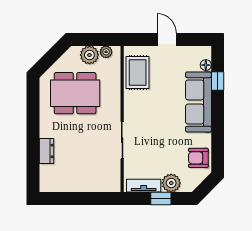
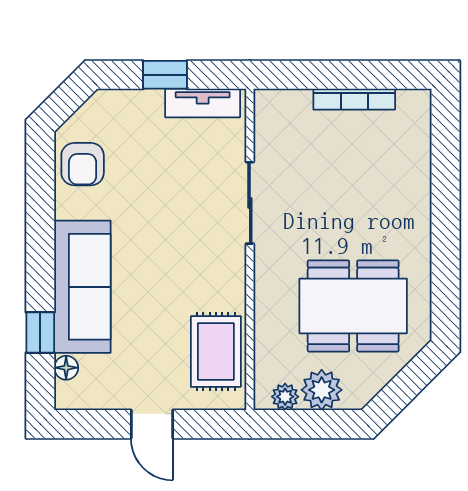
dresser: (46, 151) -> (416, 179), removed
armchair: (198, 158) -> (83, 164), turned 90
plant: (171, 183) -> (142, 109), removed
bookcase: (75, 187) -> (354, 99), added

